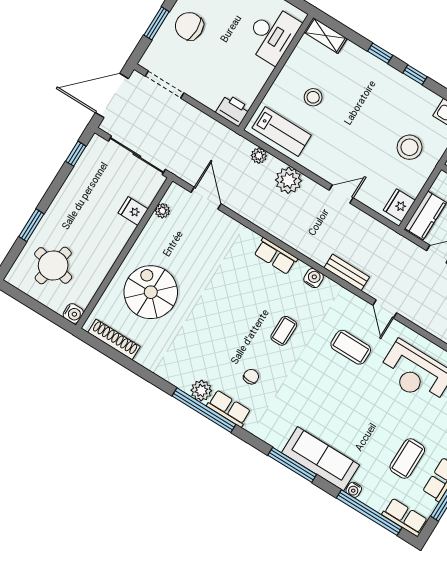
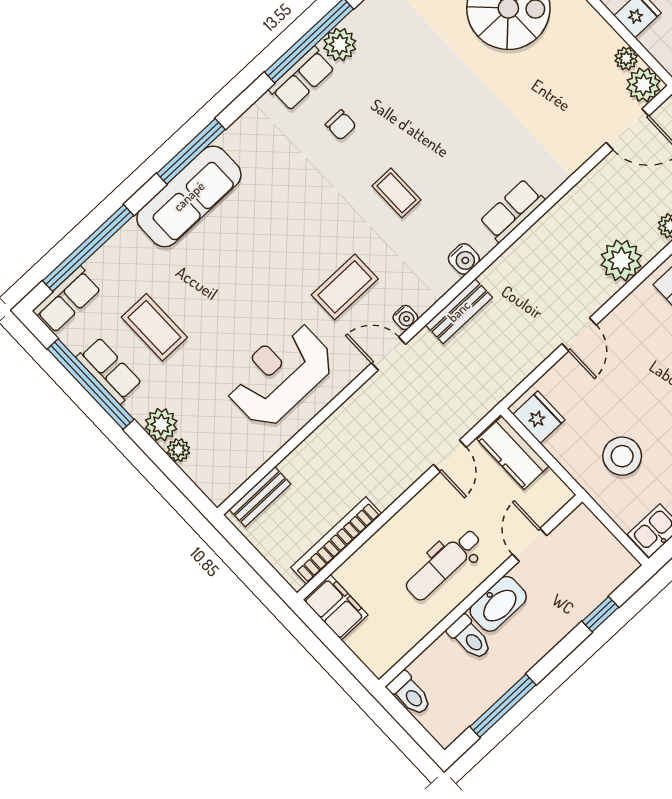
plant: (176, 196) -> (643, 85), added
water cooler: (354, 490) -> (405, 318), moved, turned 180

